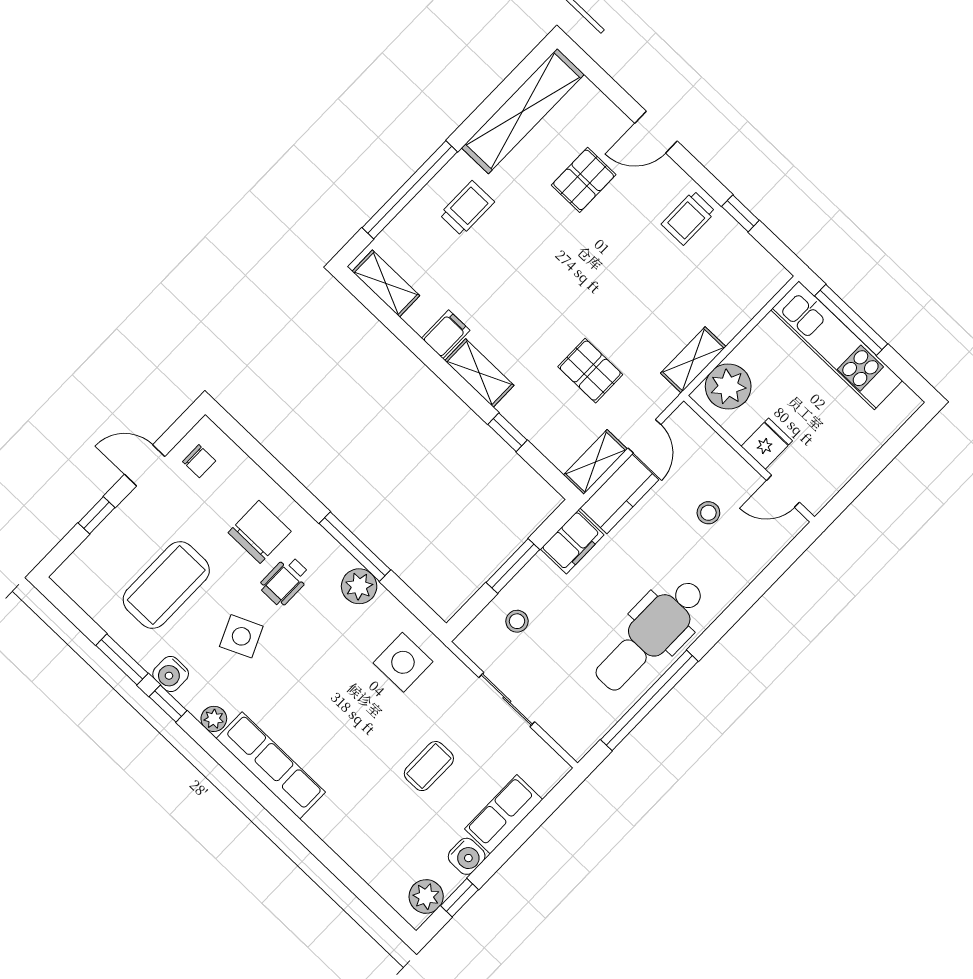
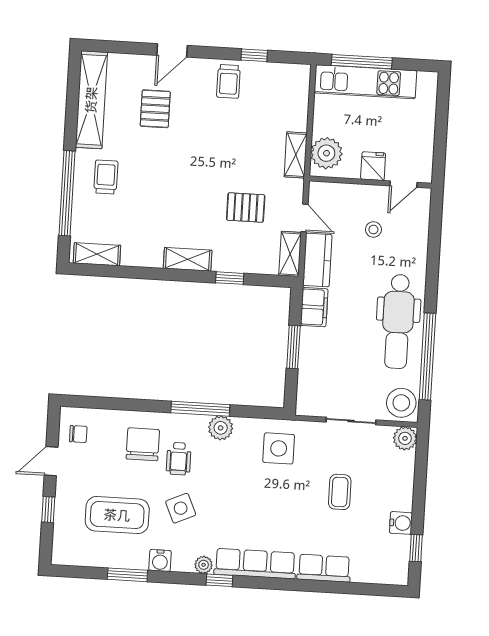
filing cabinet: (446, 334) -> (152, 254), removed
coffee table: (166, 585) -> (117, 515), turned 90
stool: (517, 621) -> (401, 403), moved, width x1.89, depth x1.89
window: (168, 704) -> (219, 580), moved
row of seats: (504, 814) -> (324, 568), moved, turned 90
plant: (426, 896) -> (405, 438), moved

